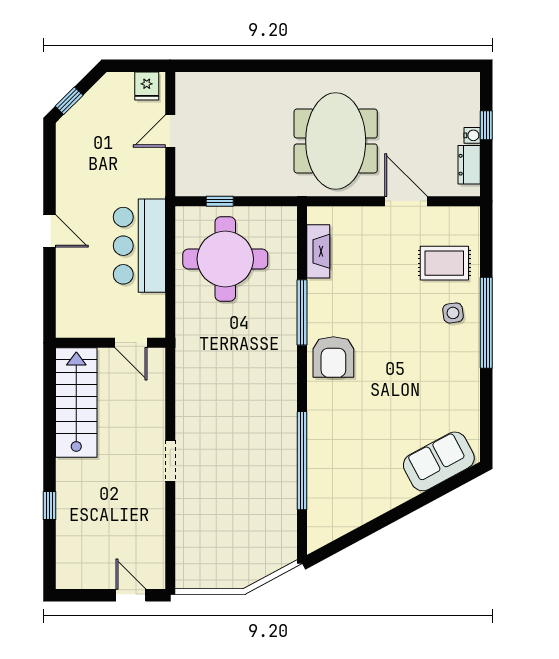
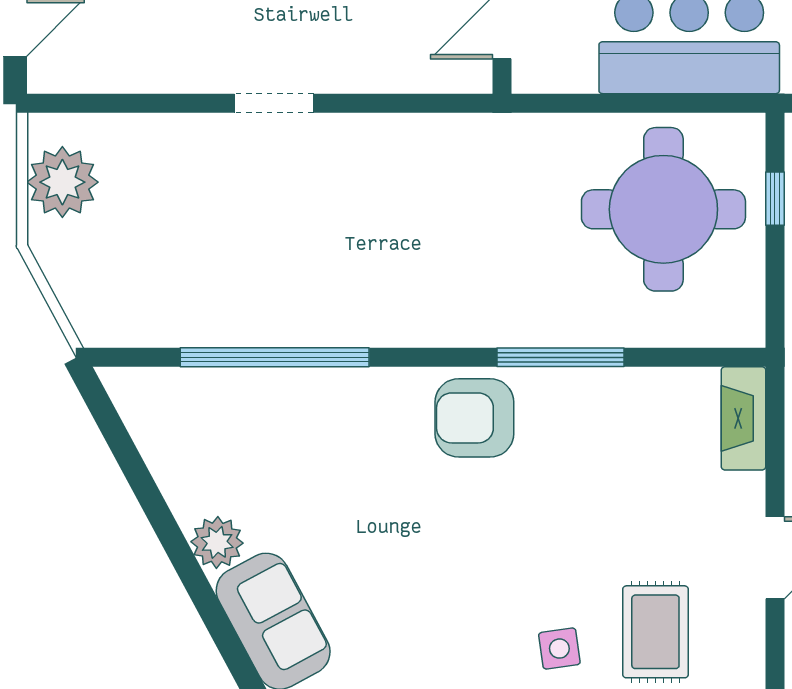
fireplace: (318, 251) -> (743, 418), moved, turned 90
plant: (398, 490) -> (217, 542), added
plant: (211, 571) -> (62, 182), added

